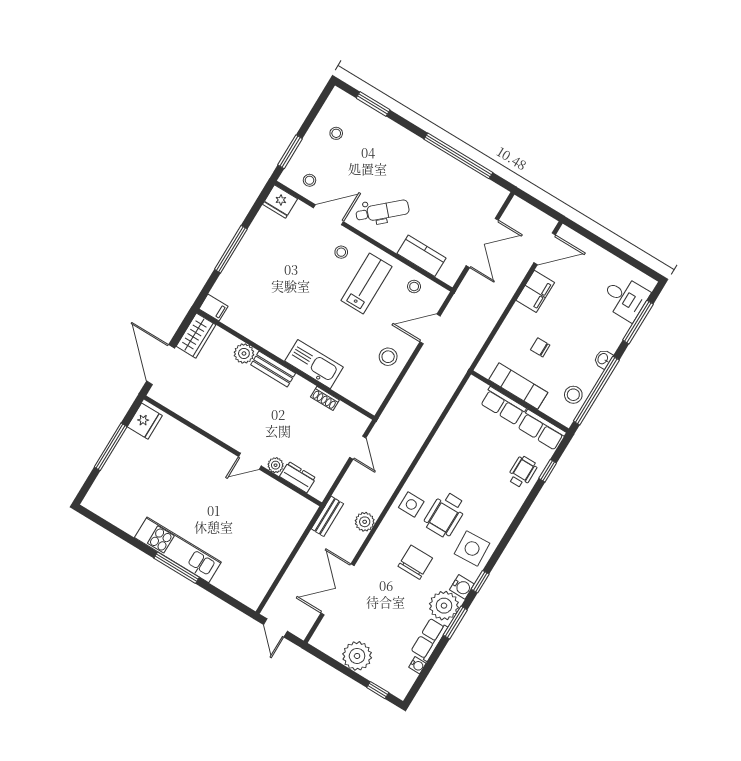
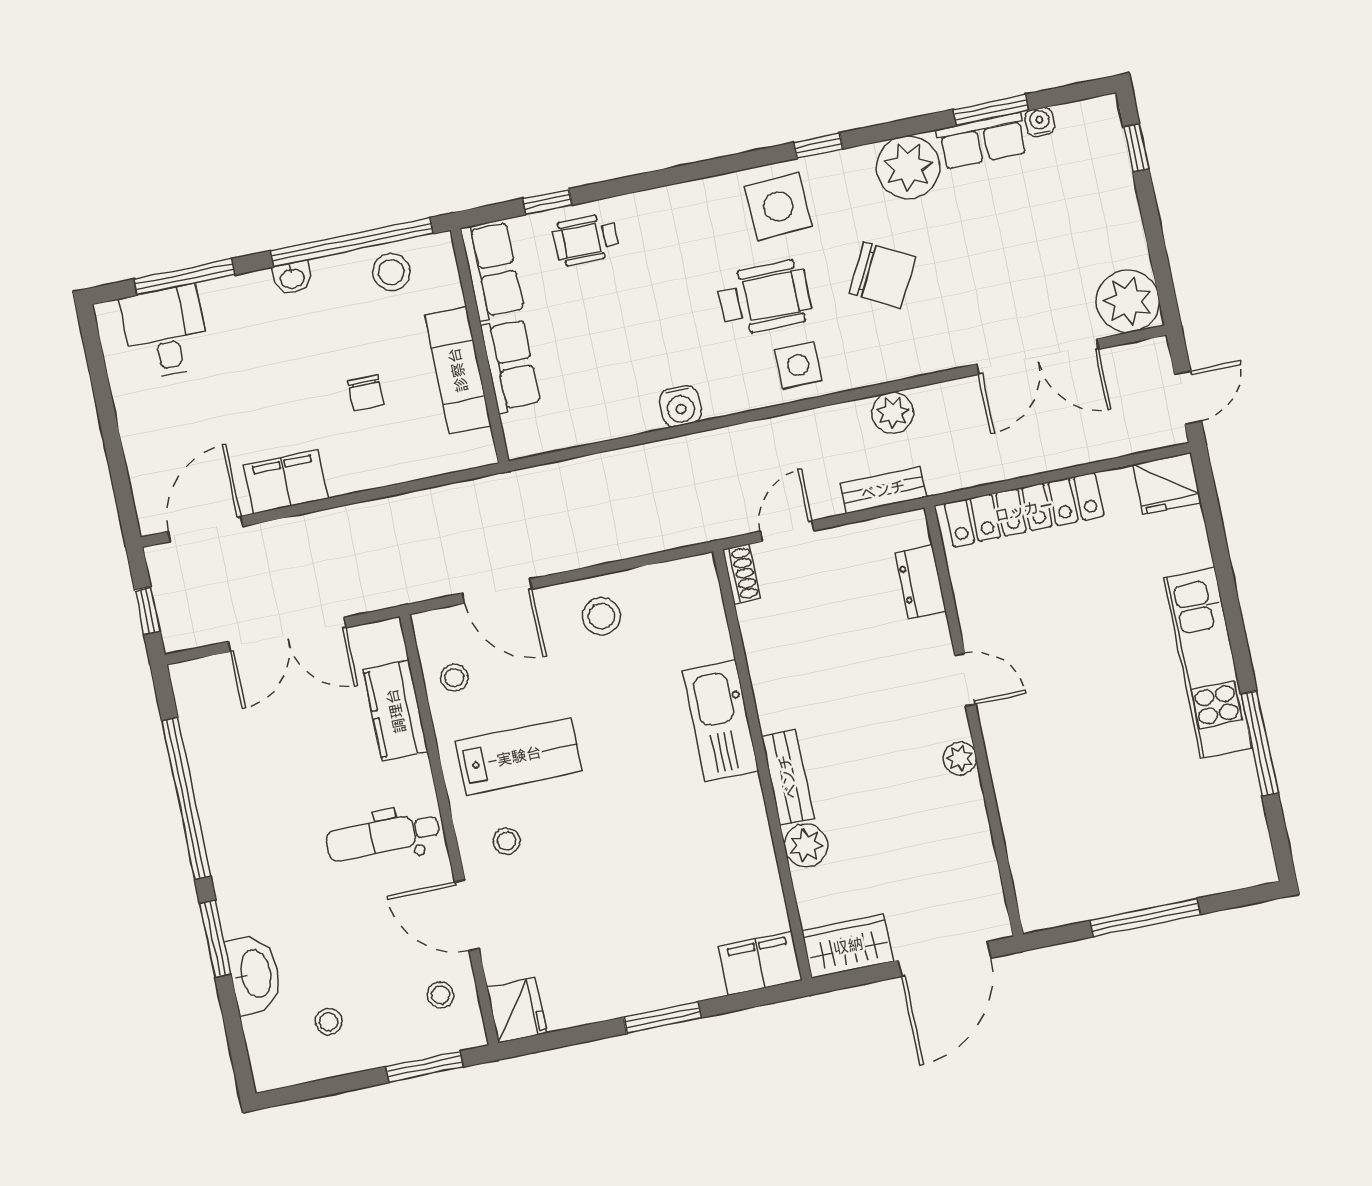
window: (373, 104) -> (215, 939), moved
washbasin: (376, 123) -> (254, 974), added
window: (535, 203) -> (147, 611), added
dental chair: (382, 211) -> (383, 836), turned -48
double door: (482, 243) -> (287, 635), swing flipped
window: (231, 249) -> (662, 1017), width x0.69
door: (545, 249) -> (206, 529), hinge flipped
lab bench: (366, 283) -> (519, 756), turned 180
filing cabinet: (213, 308) -> (760, 963), width x2.00
shoe rack: (325, 398) -> (742, 574), moved
fridge: (145, 421) -> (1167, 483), moved, turned 180
plant: (276, 465) -> (960, 758), moved
bench: (327, 516) -> (883, 490), moved
locker: (289, 536) -> (1024, 510), added
chair: (415, 562) -> (882, 275), turned -152
window: (177, 568) -> (1259, 743), moved
water cooler: (462, 587) -> (680, 406), moved, turned 180
window: (455, 622) -> (991, 110), moved
plant: (357, 656) -> (1128, 301), moved

